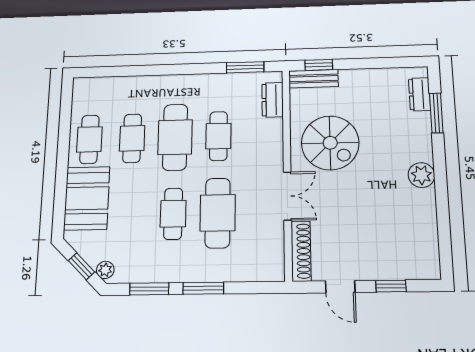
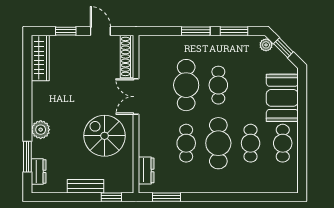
bench: (314, 79) -> (86, 186), moved
plant: (421, 175) -> (41, 130), moved
wardrobe: (426, 247) -> (40, 58), added

